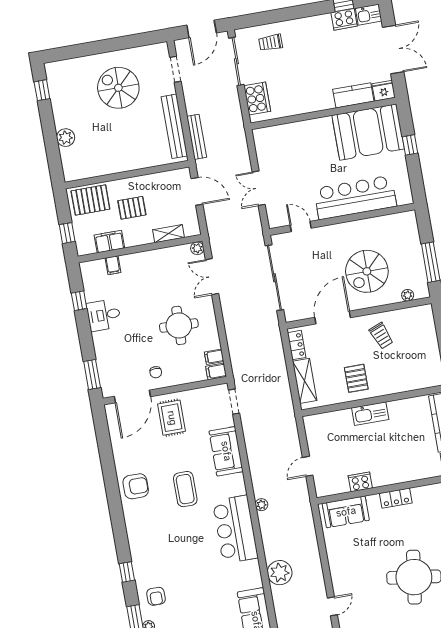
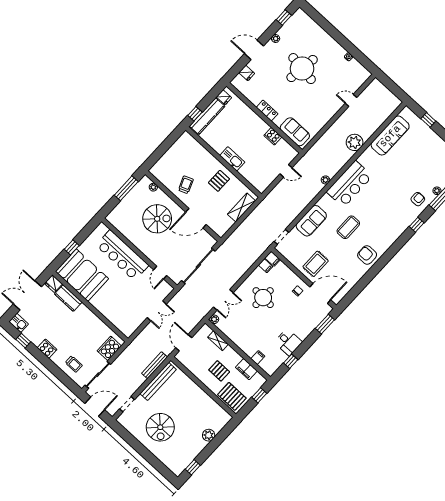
cooker: (344, 19) -> (47, 349), moved
locker: (297, 345) -> (225, 226), removed

